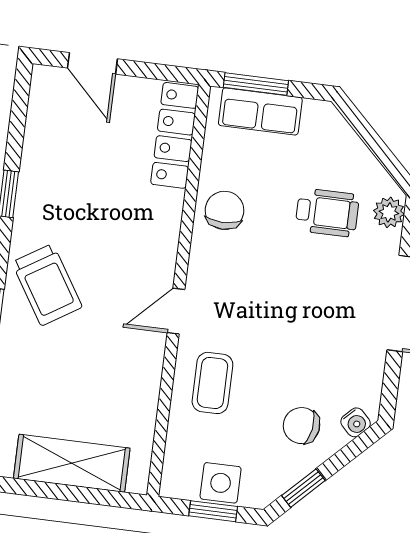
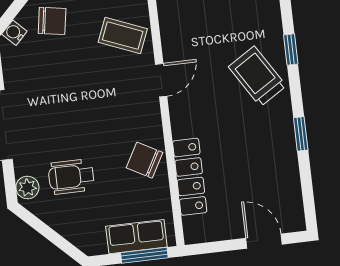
locker: (175, 135) -> (190, 177), moved
chair: (224, 210) -> (144, 160), turned 119
coffee table: (212, 383) -> (123, 36), turned -68

